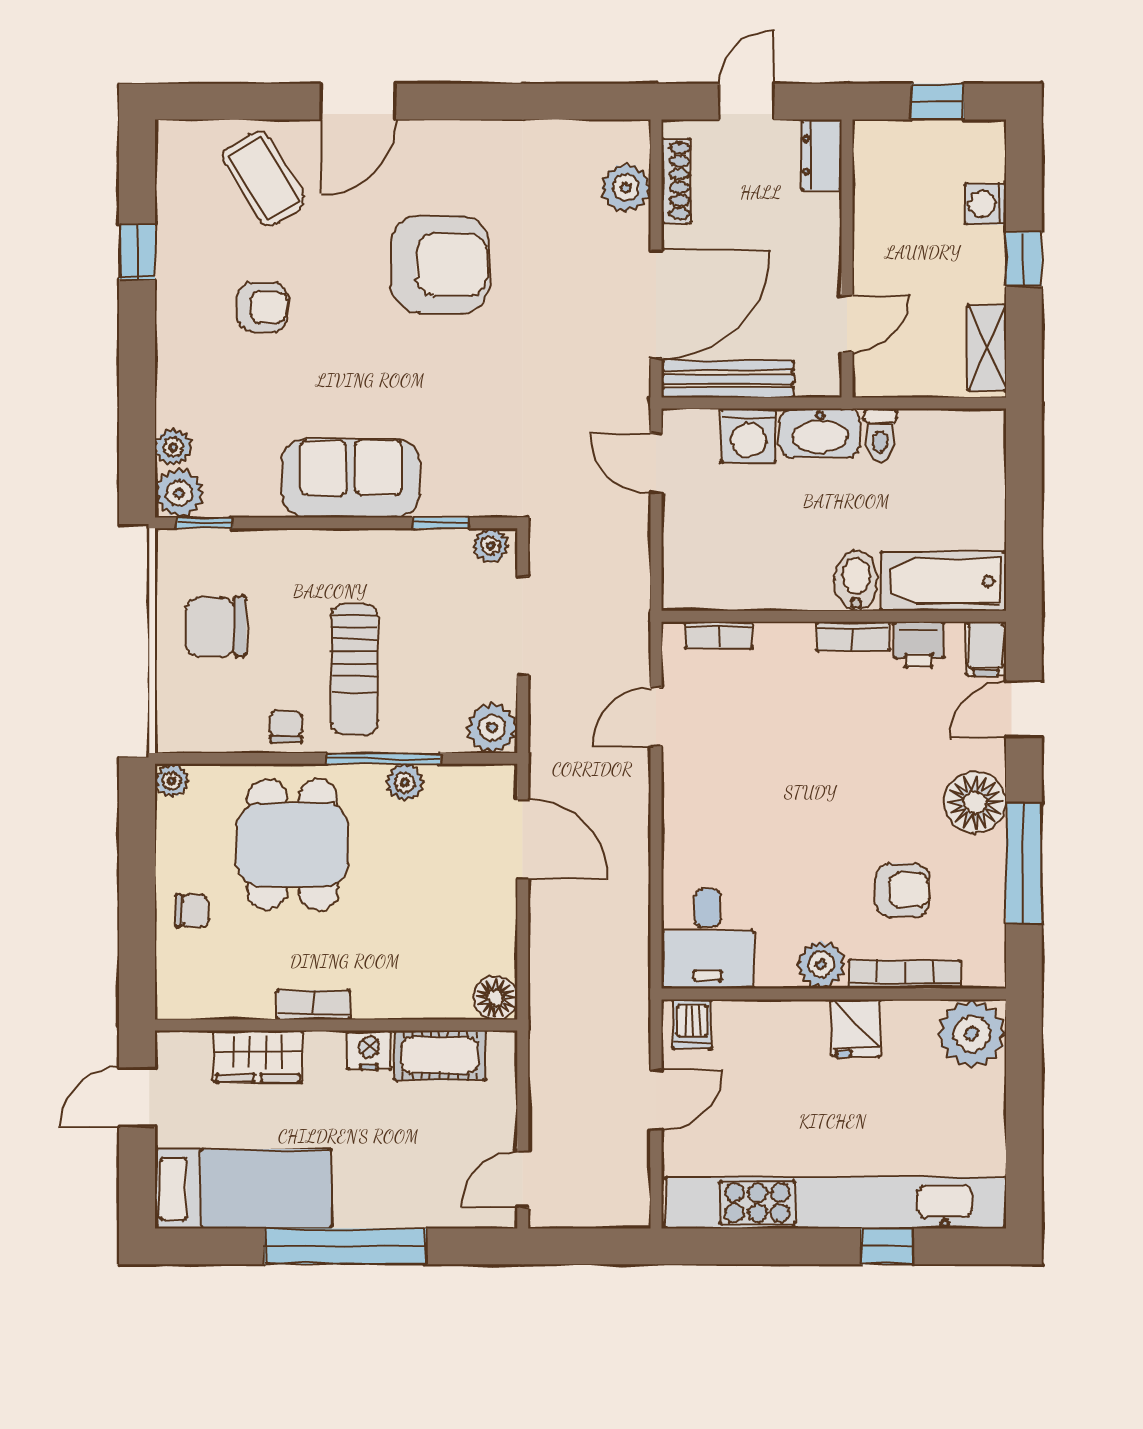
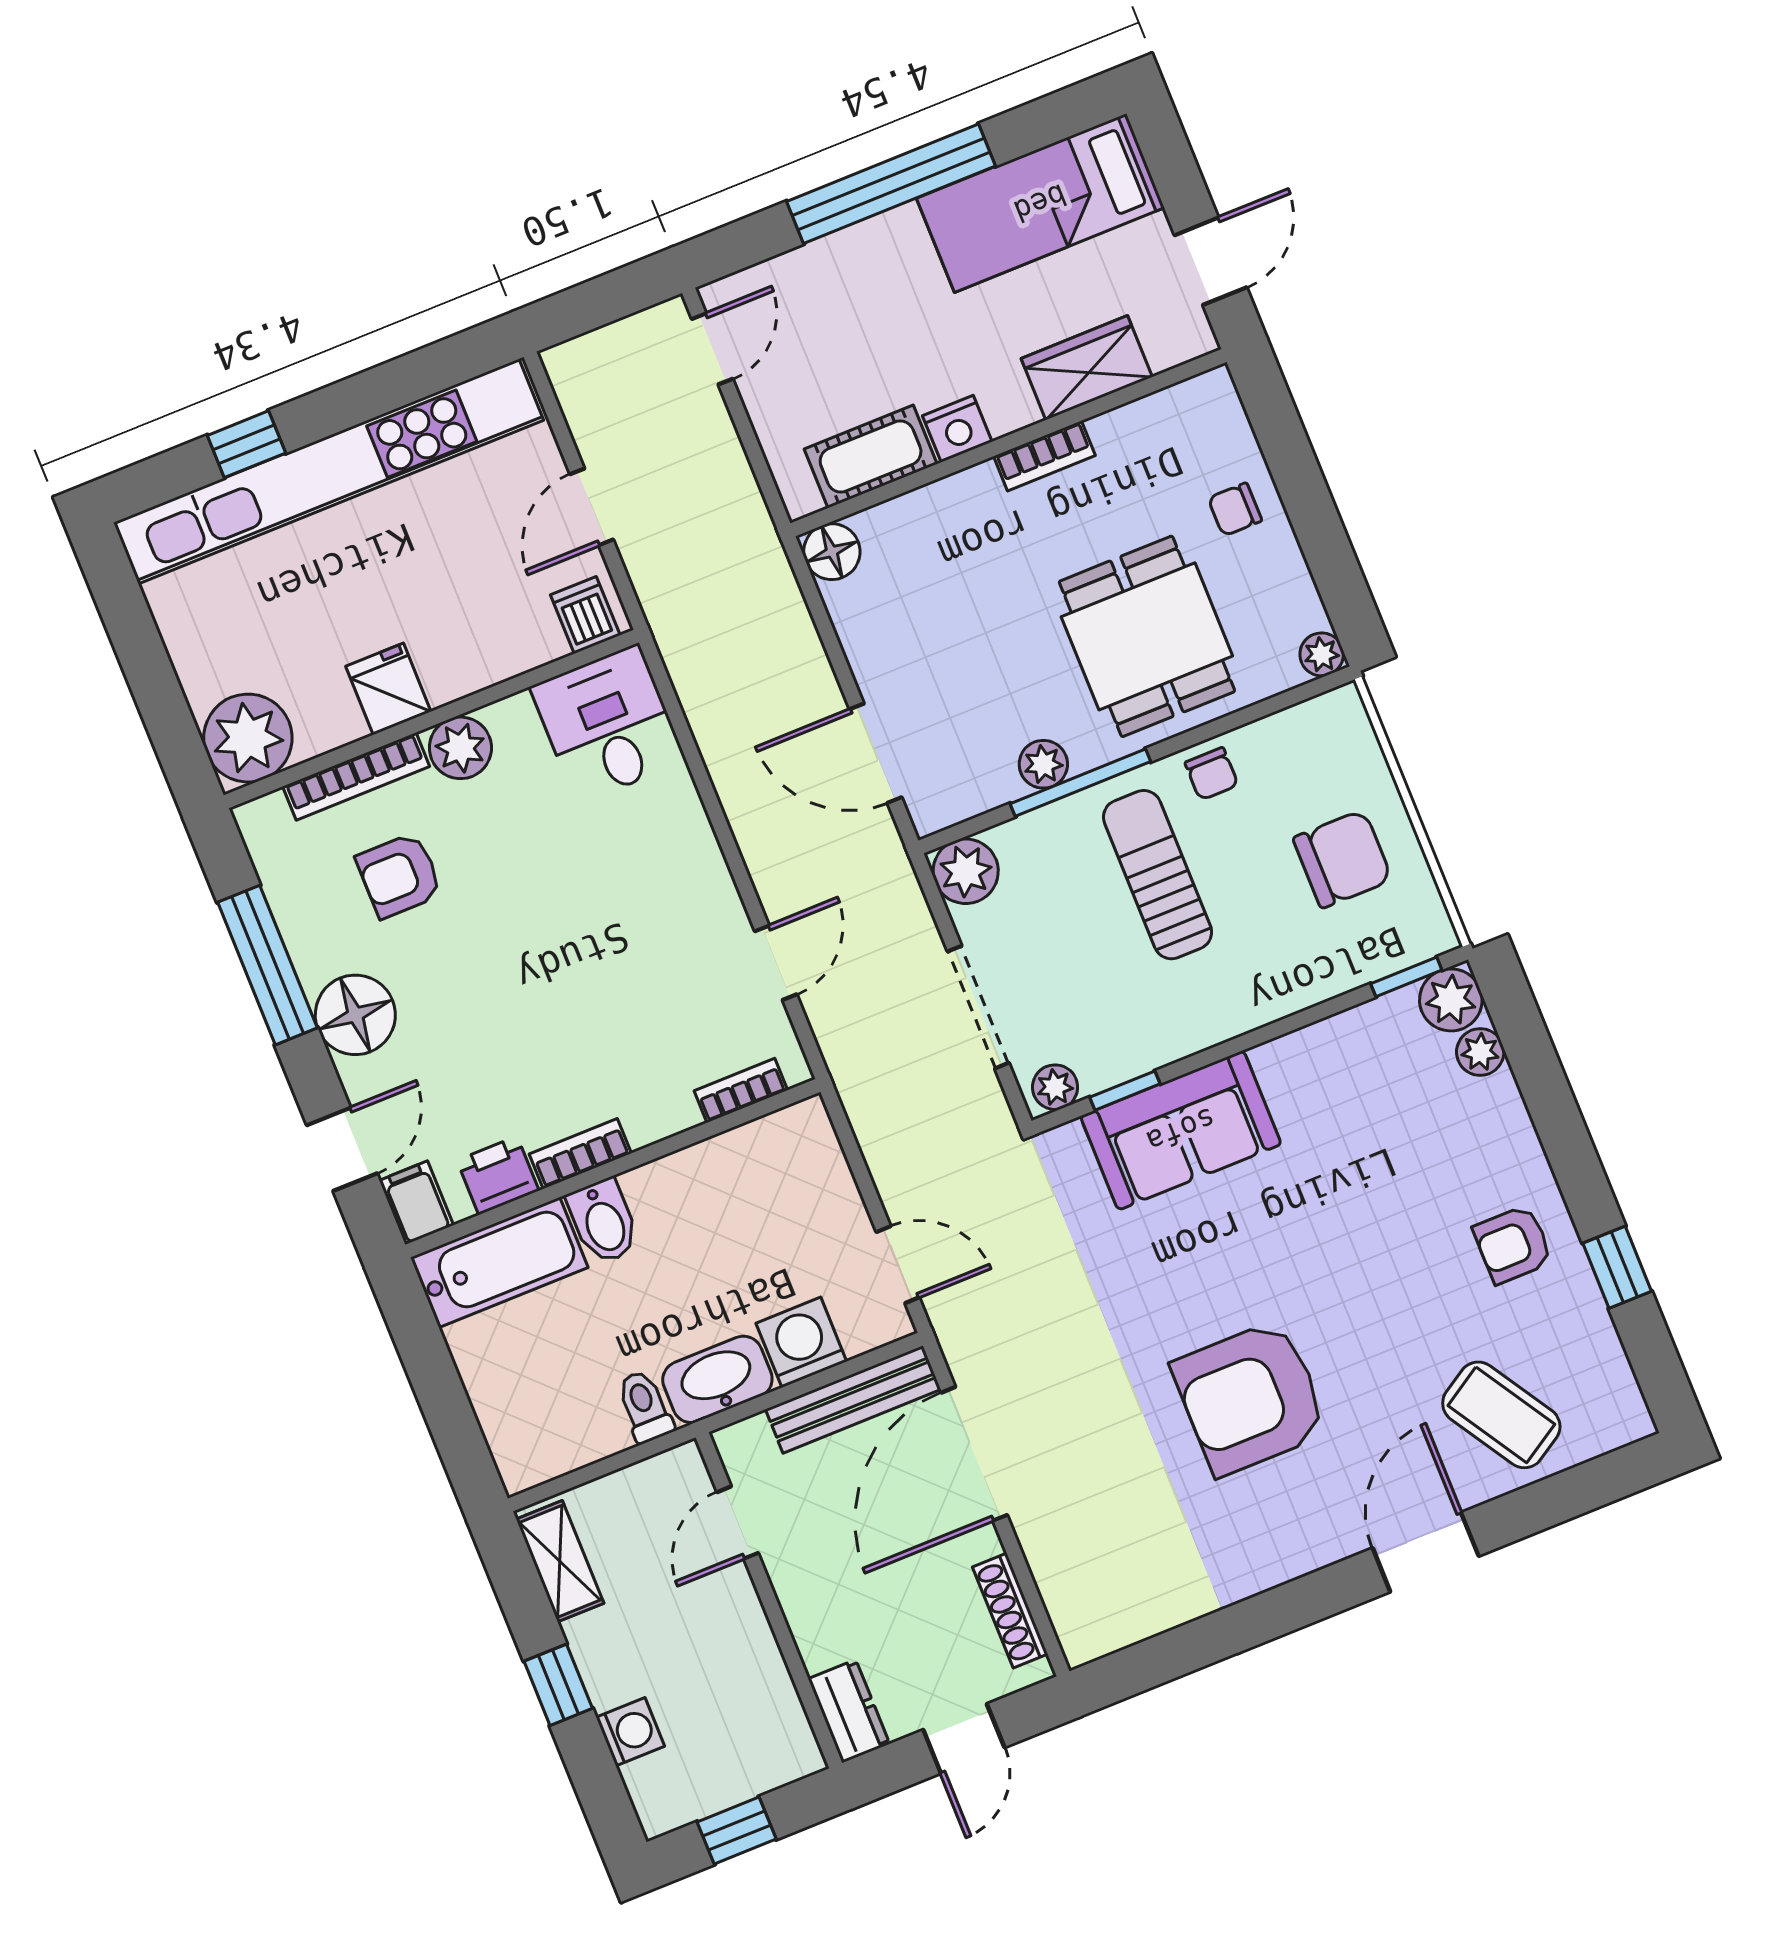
plant: (626, 188) -> (1066, 1578), removed
armchair: (263, 307) -> (1513, 1244), moved
sofa: (351, 478) -> (1181, 1130), moved

